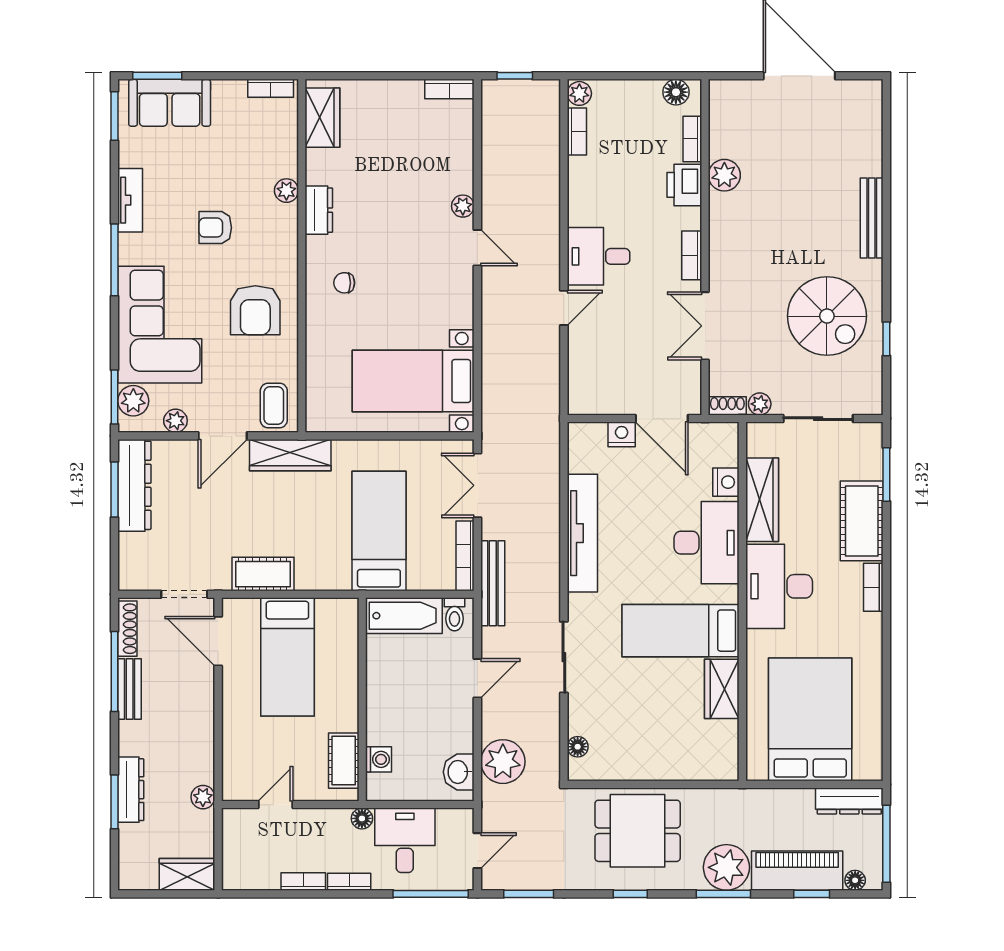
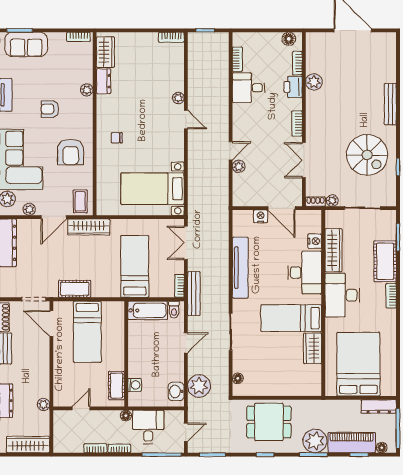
plant: (579, 93) -> (239, 166), moved
dresser: (319, 210) -> (104, 81), moved
desk: (598, 256) -> (249, 88), moved
bookcase: (465, 556) -> (179, 286), width x0.64
wardrobe: (187, 874) -> (28, 445), width x1.50

